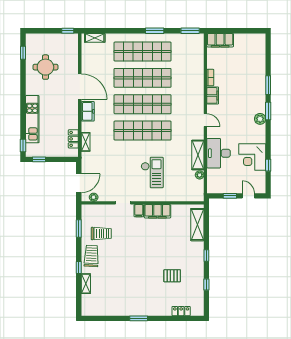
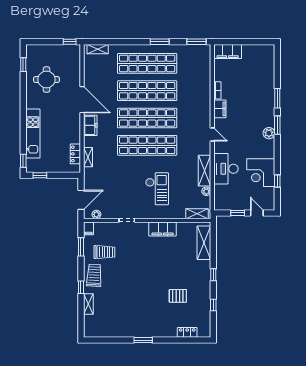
shelving: (191, 197) -> (197, 214), added
filing cabinet: (139, 211) -> (88, 228), moved

